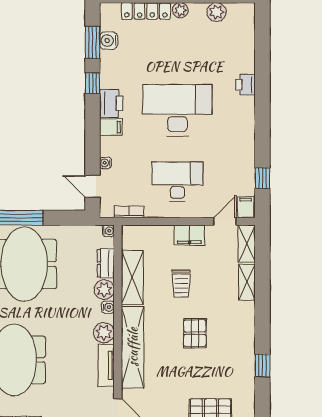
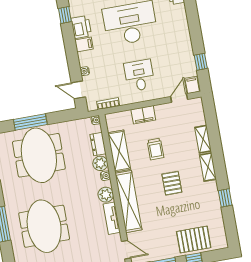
desk: (177, 182) -> (139, 75), width x0.73
filing cabinet: (189, 235) -> (143, 115), moved
shelving: (247, 244) -> (208, 167), moved

